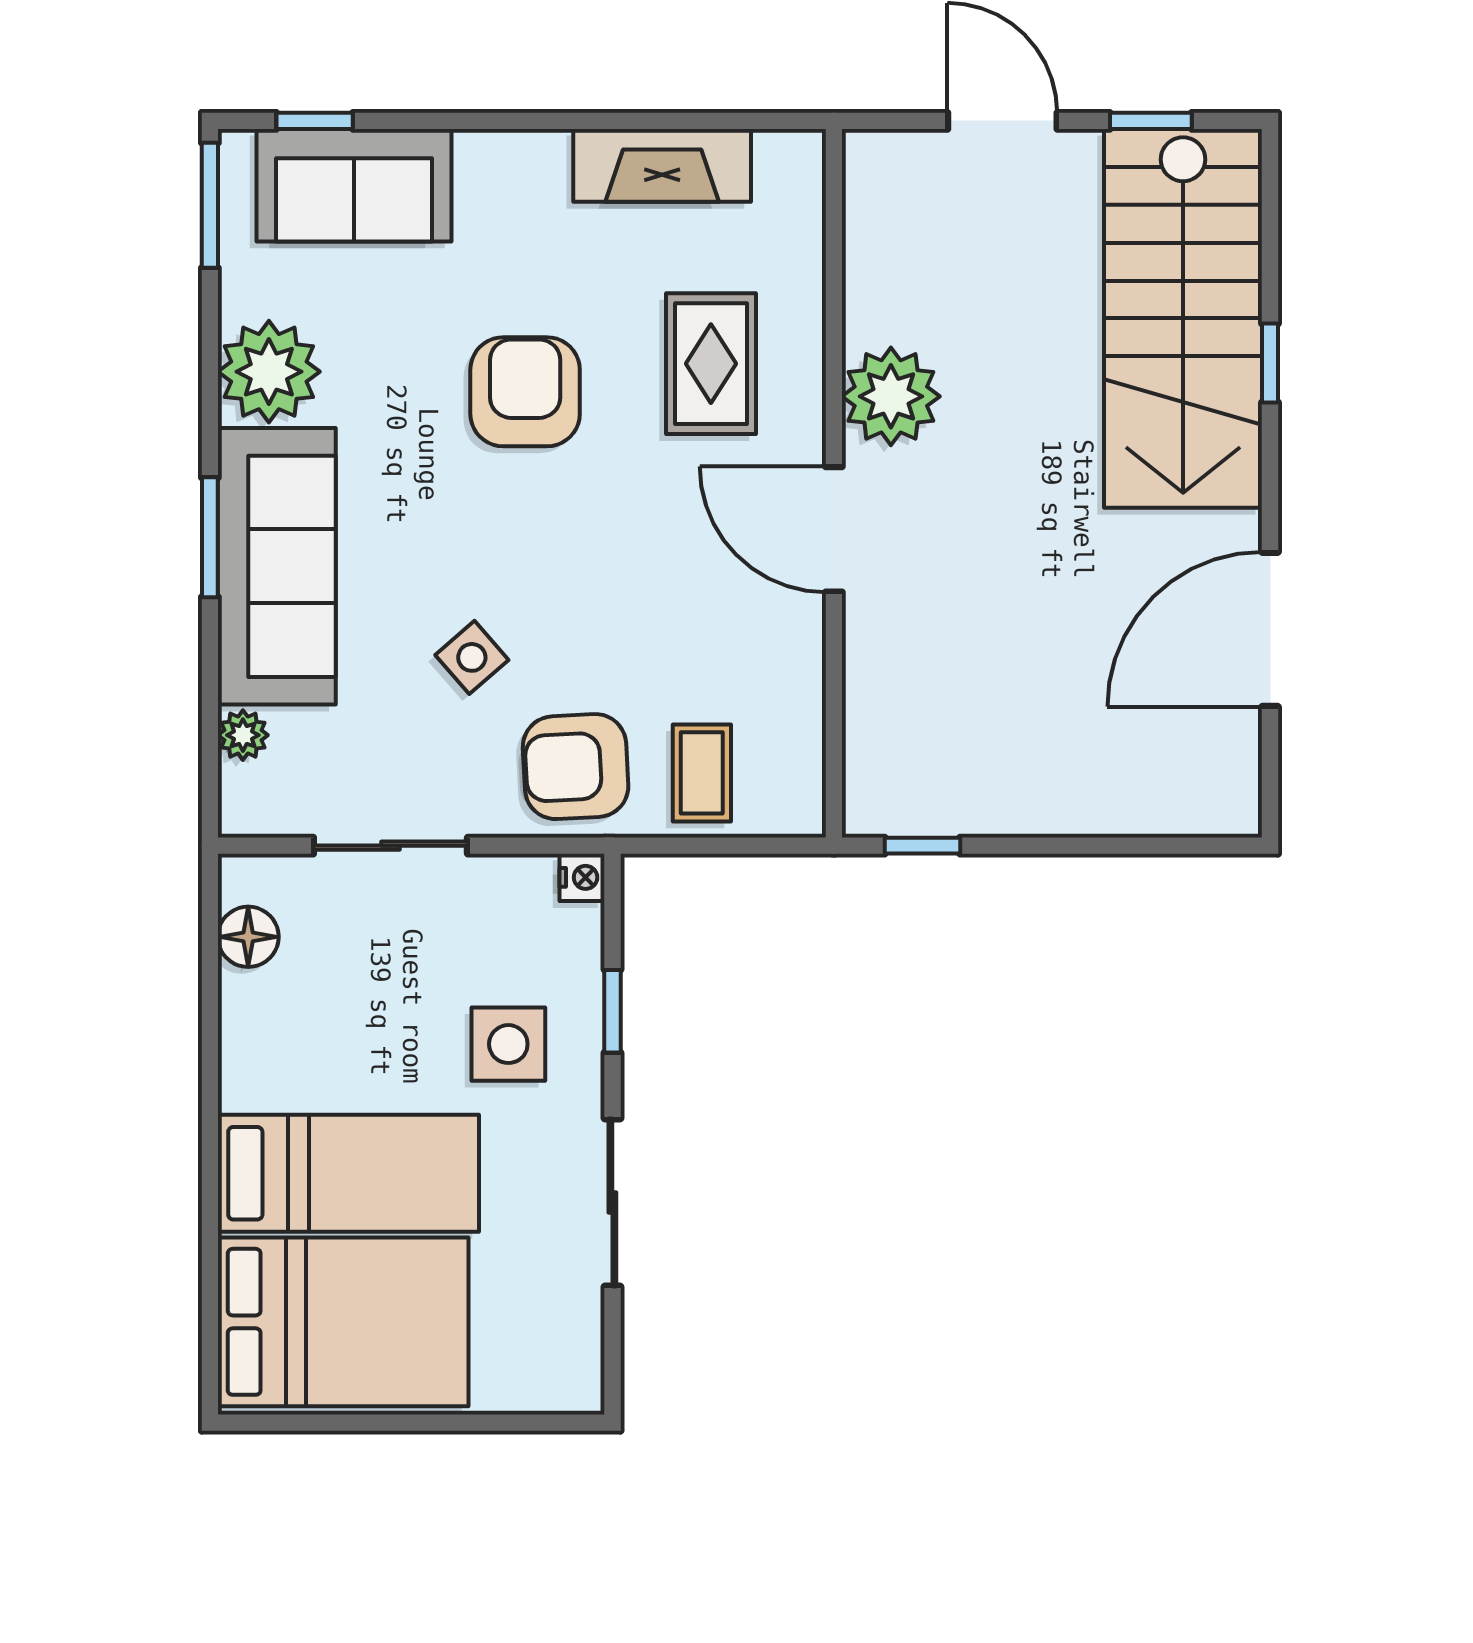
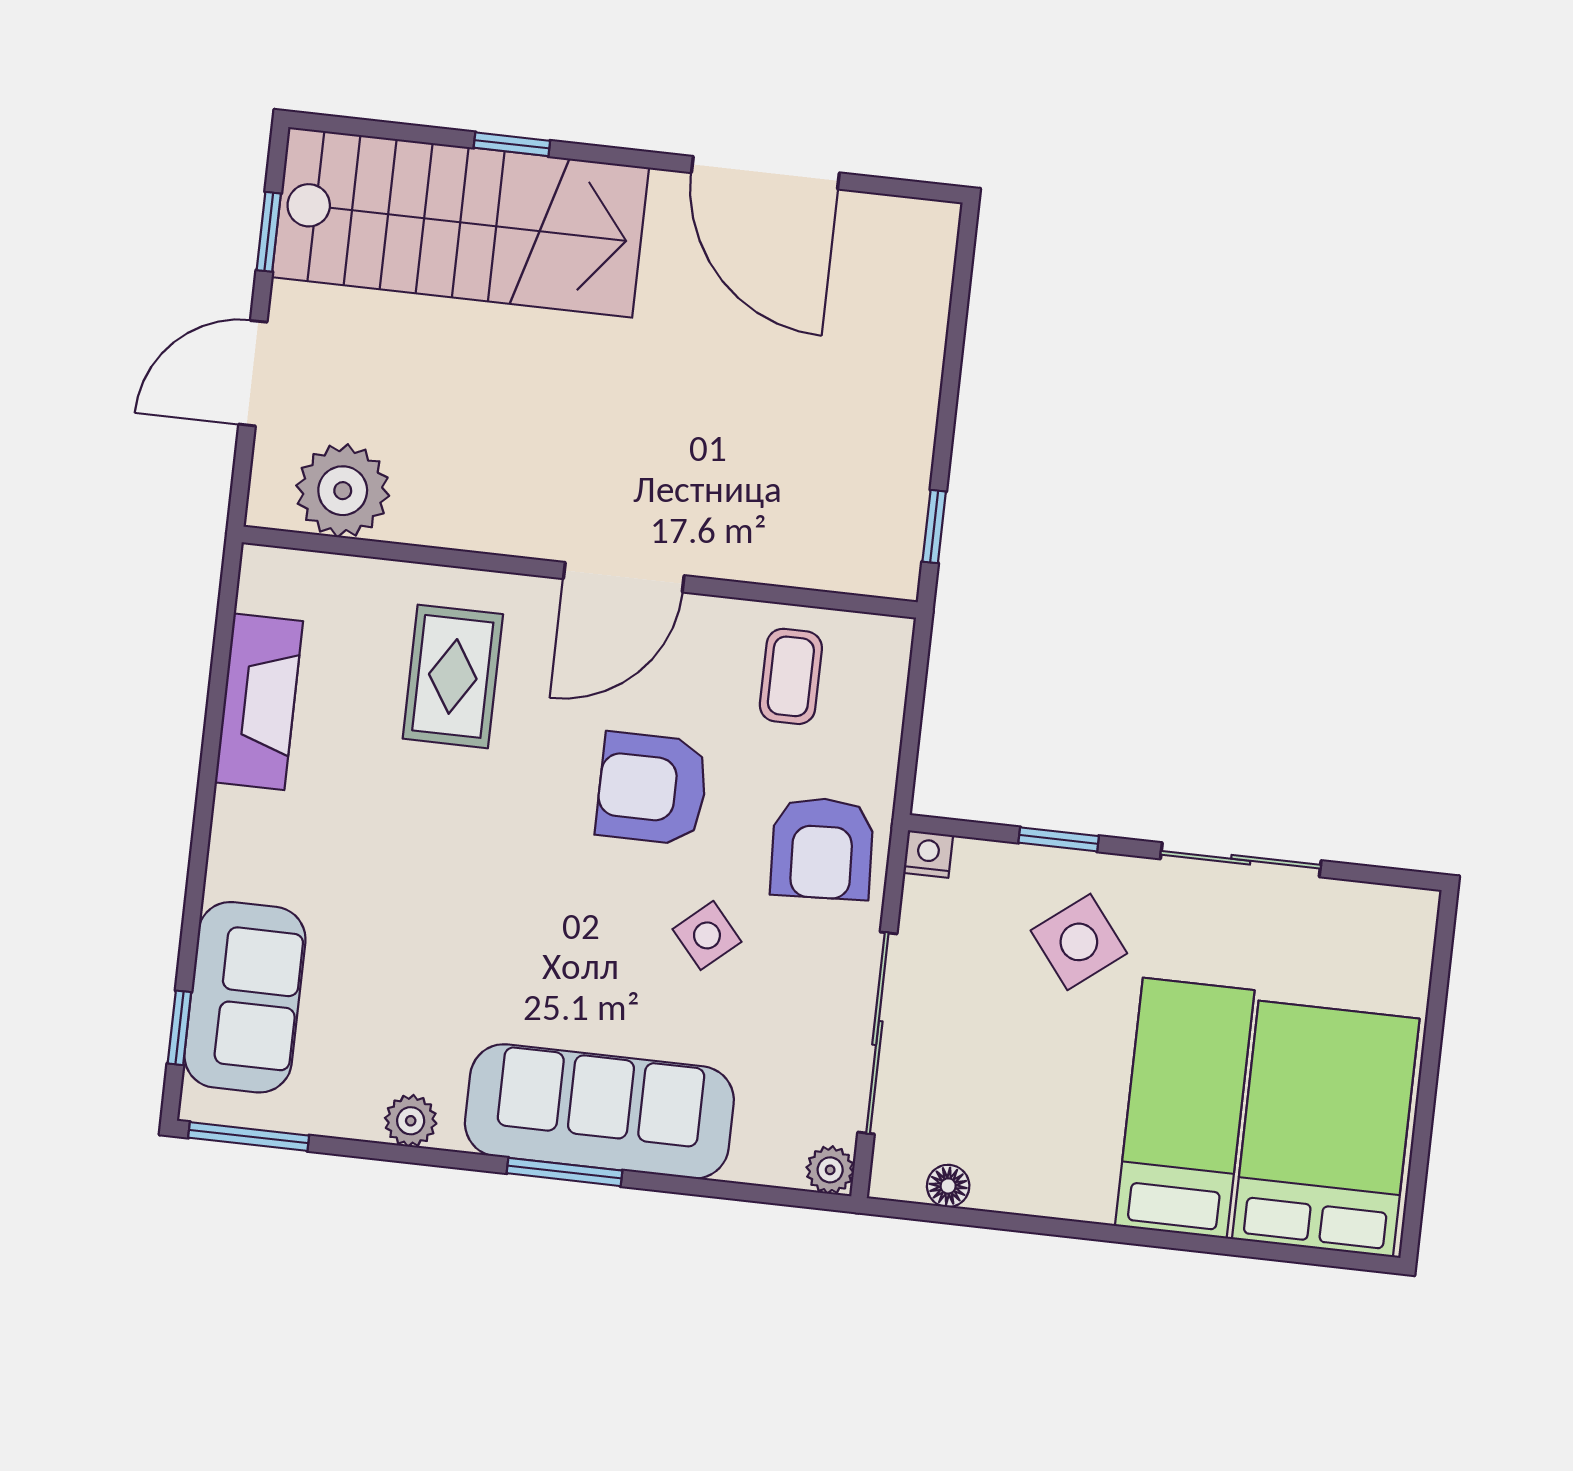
rug: (711, 364) -> (453, 676), turned 90
plant: (269, 372) -> (411, 1121), width x0.53, depth x0.53
armchair: (525, 392) -> (652, 788), moved
plant: (891, 396) -> (343, 491), moved
plant: (243, 735) -> (830, 1170), moved
coffee table: (702, 773) -> (791, 676), moved, turned 90
sliding door: (390, 846) -> (877, 1033), width x1.37
floor lamp: (248, 937) -> (948, 1186), width x0.73, depth x0.73
side table: (508, 1044) -> (1079, 942), turned -38

